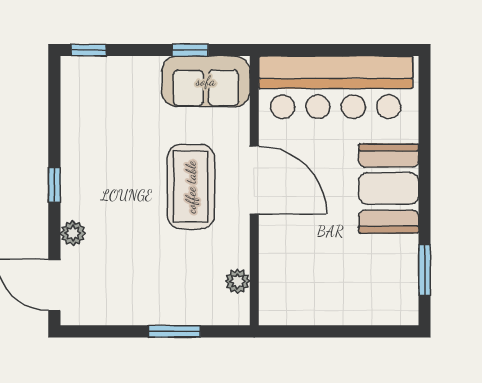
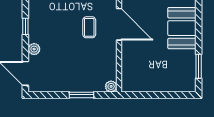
coffee table: (191, 187) -> (89, 27), width x0.54, depth x0.58
plant: (237, 281) -> (111, 86), moved

